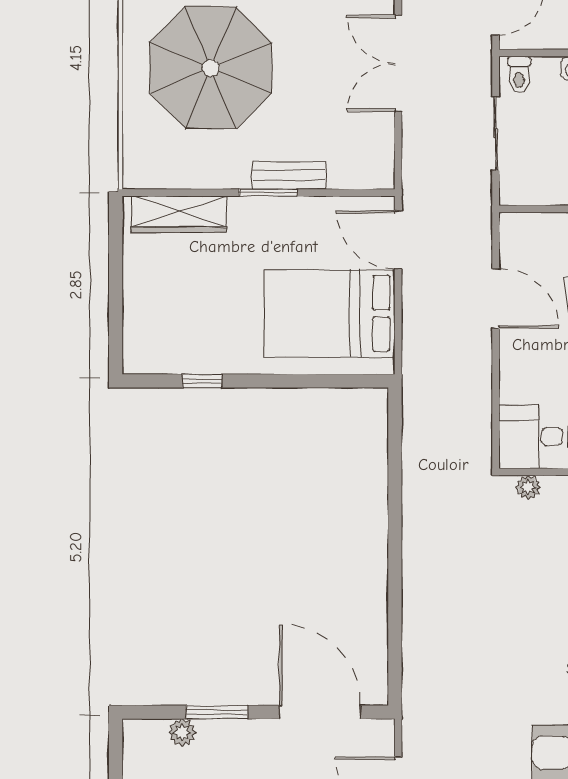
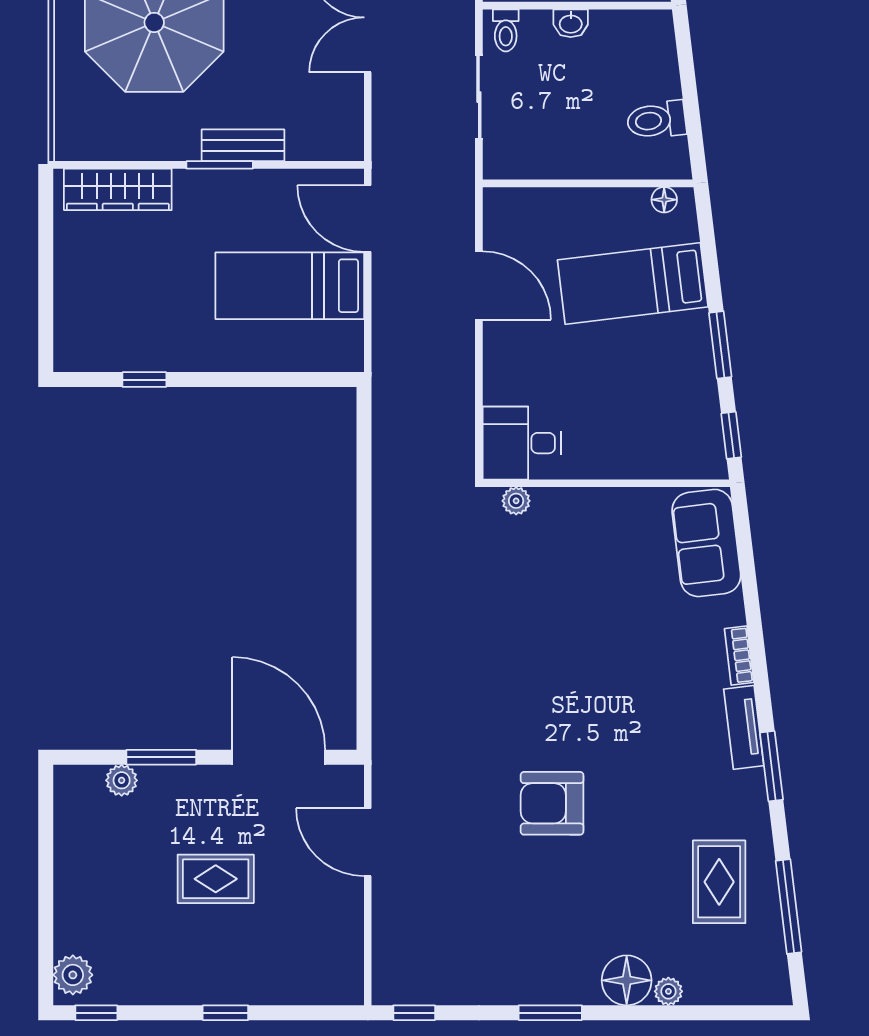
bed: (330, 313) -> (290, 286), width x0.67

